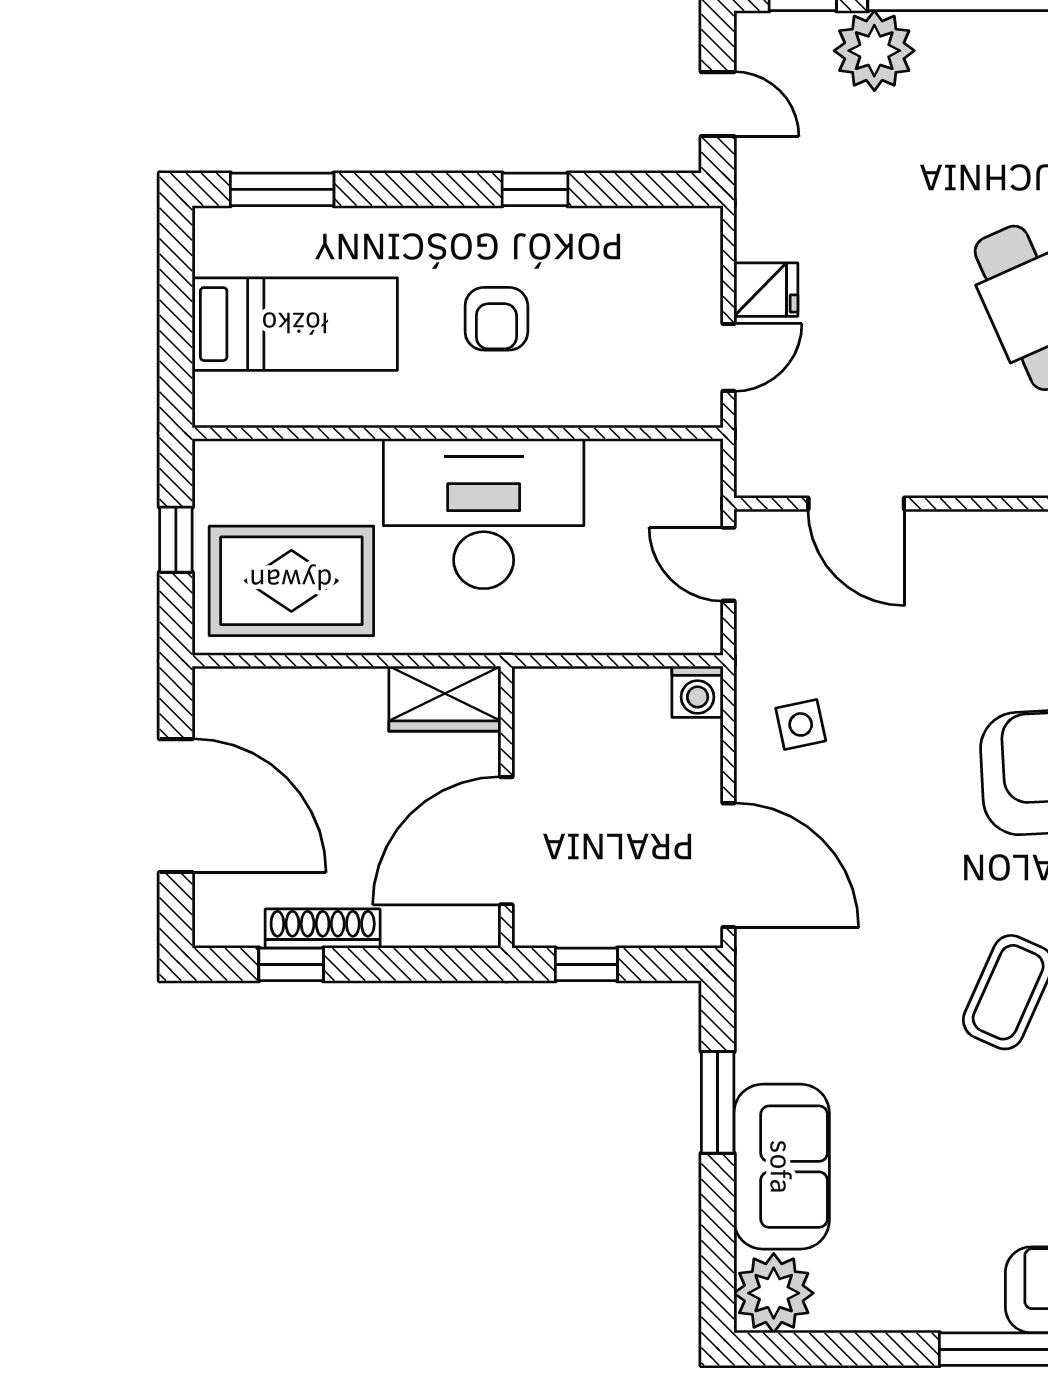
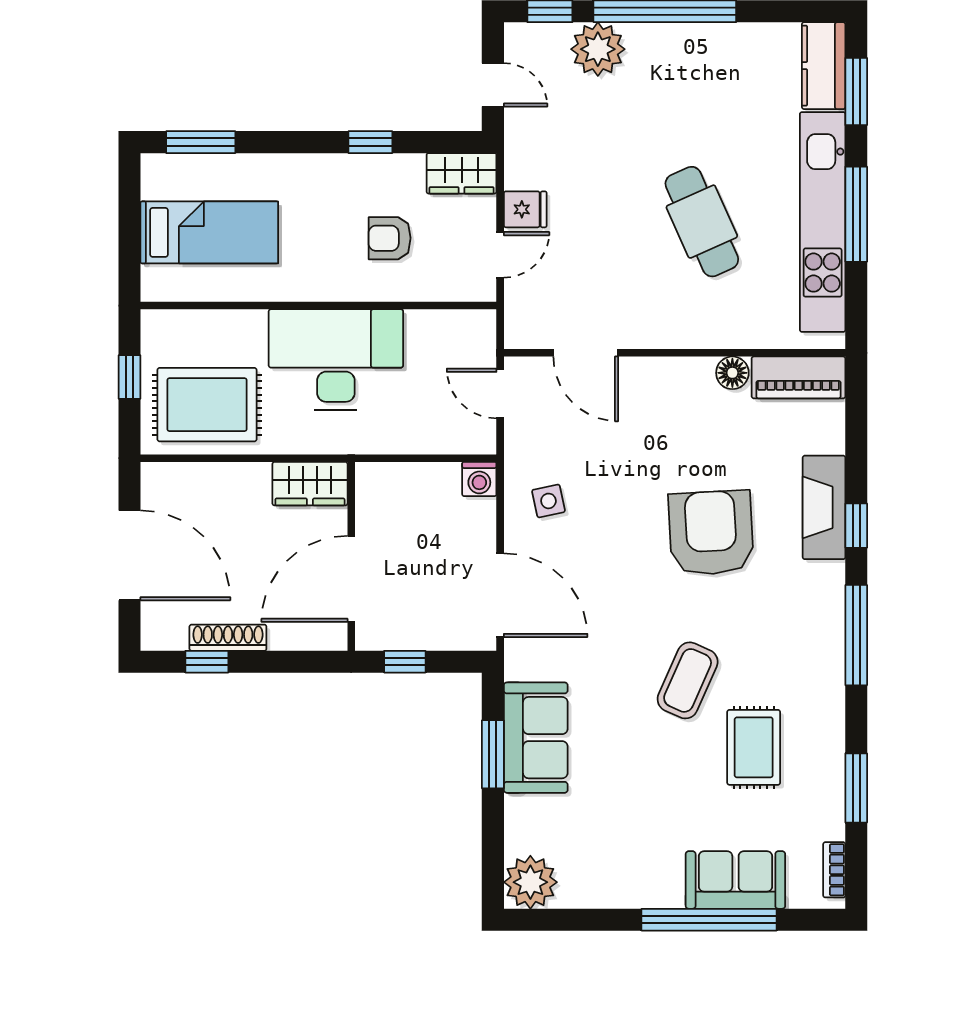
wardrobe: (671, 236) -> (462, 173), added
armchair: (496, 319) -> (390, 238), moved, turned 90
sofa: (782, 1167) -> (536, 738), moved

